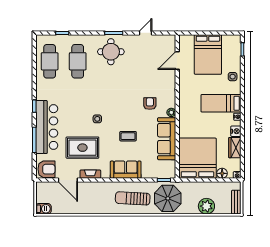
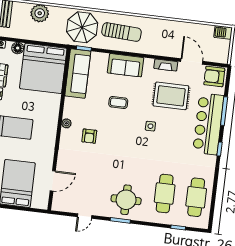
sofa: (167, 139) -> (78, 74), moved

